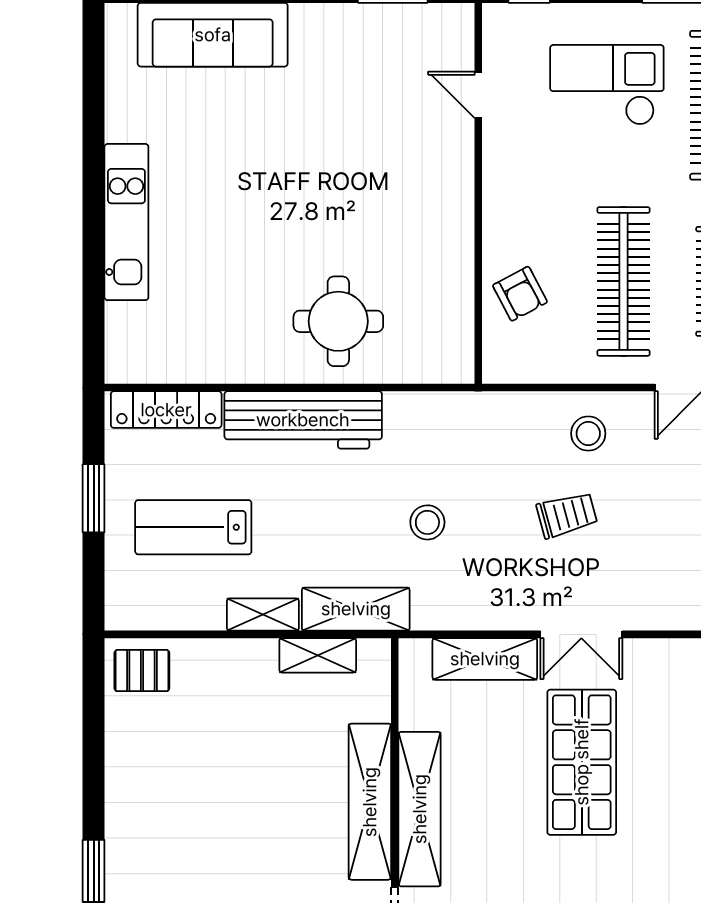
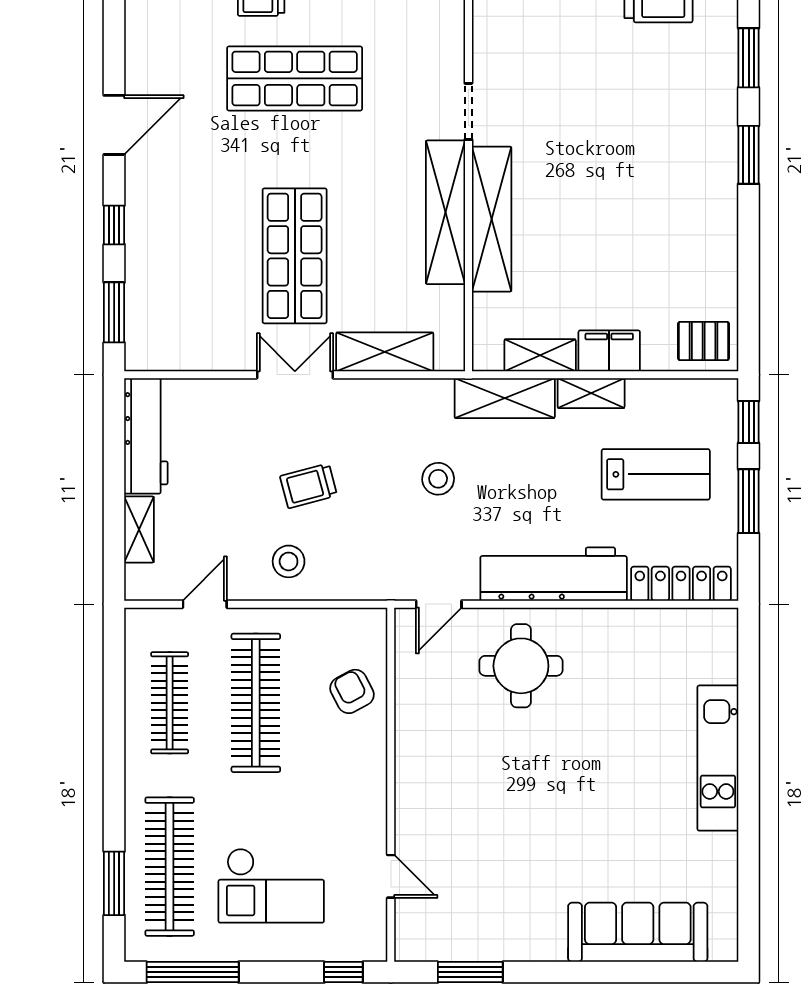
door: (427, 388) -> (439, 604), added
window: (94, 584) -> (749, 422), added
filing cabinet: (243, 660) -> (609, 351), added

